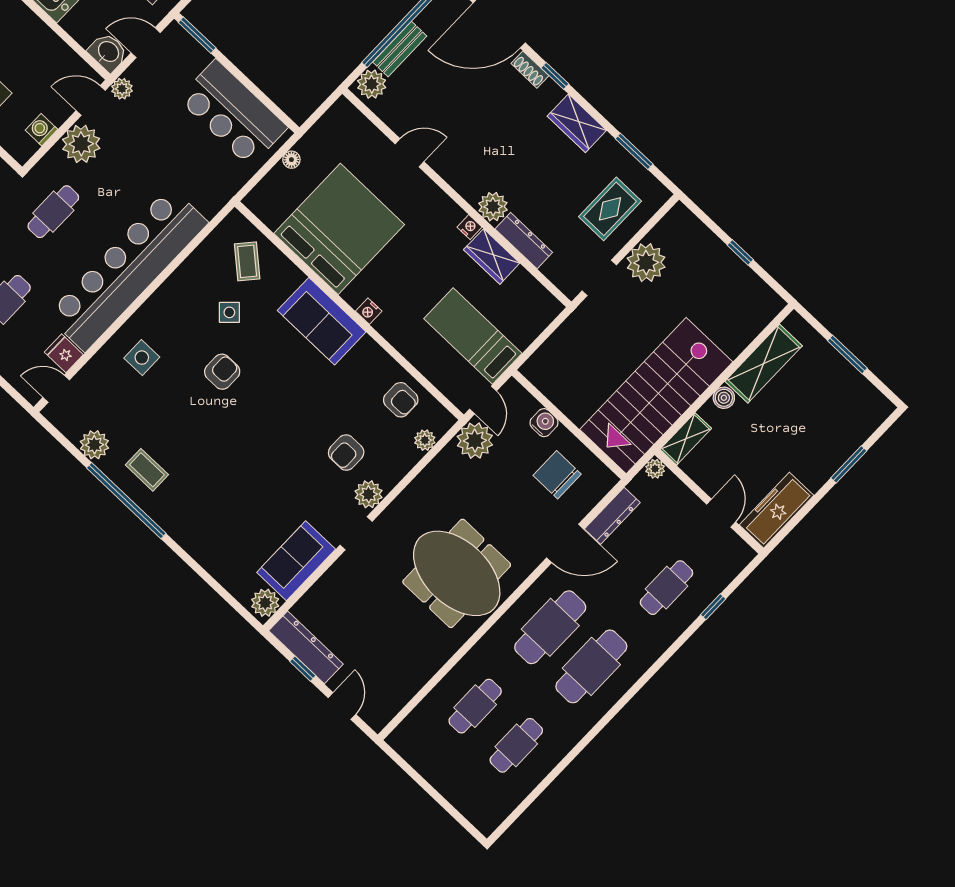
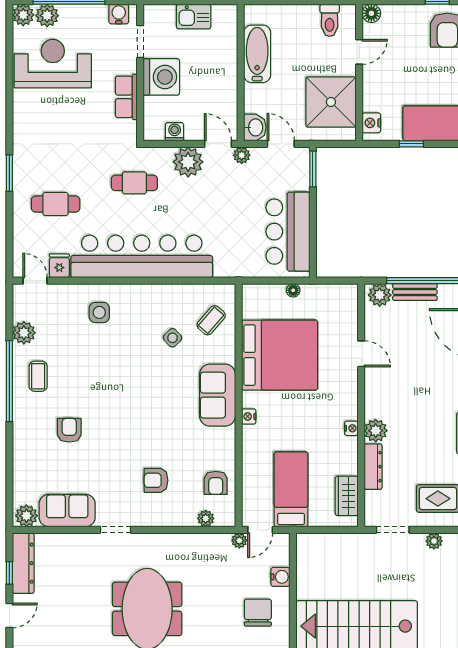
wardrobe: (492, 256) -> (347, 496), moved
plant: (646, 263) -> (434, 541), width x0.53, depth x0.53
armchair: (222, 372) -> (69, 430), moved, turned -90
plant: (475, 441) -> (239, 540), width x0.53, depth x0.53
plant: (369, 494) -> (144, 516), removed

